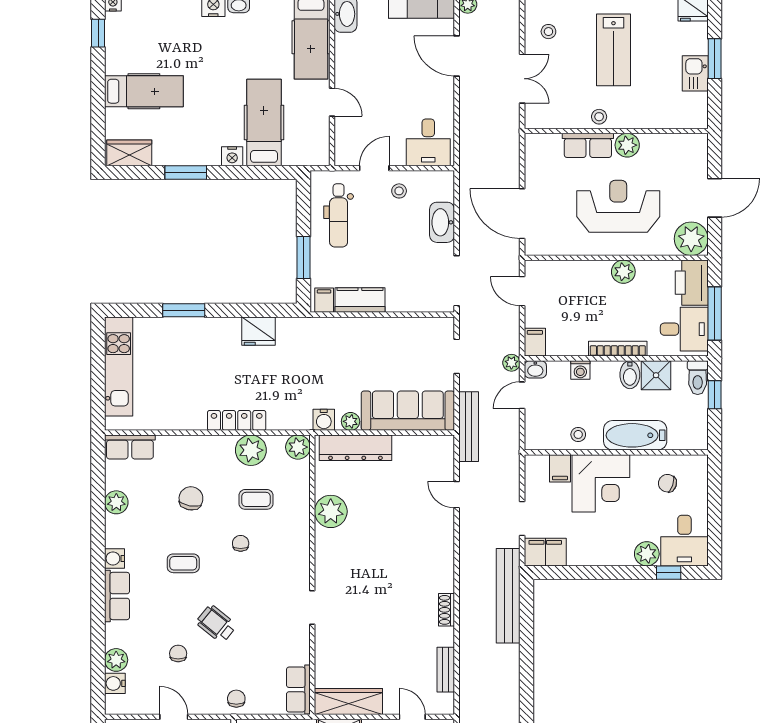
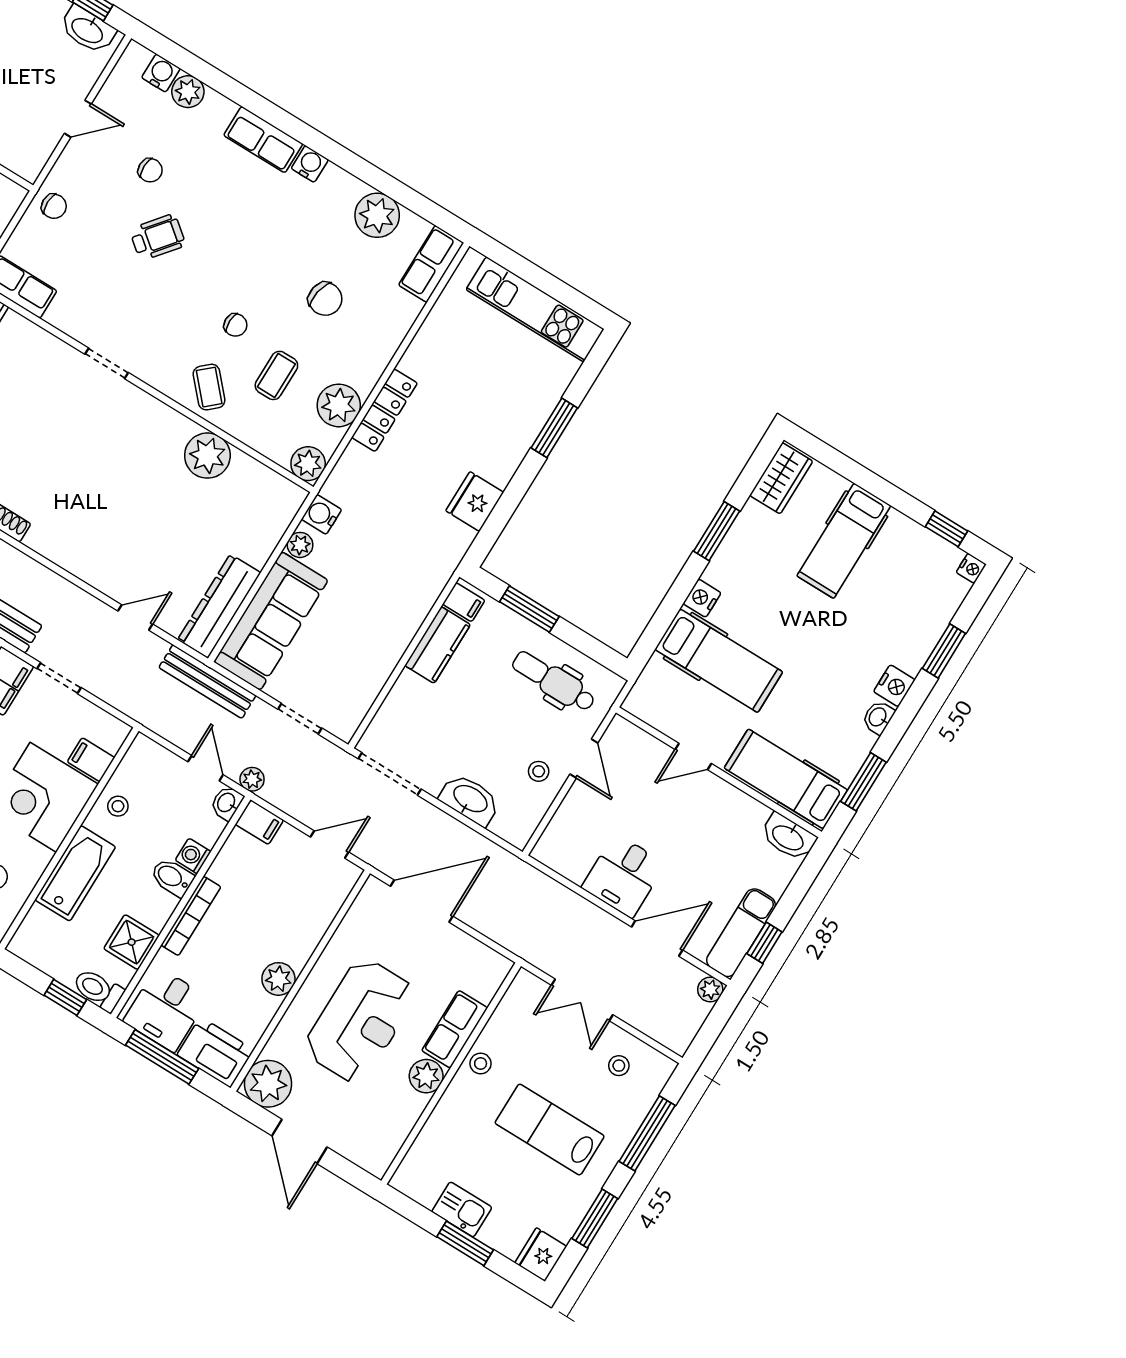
desk: (428, 142) -> (623, 876), moved, turned -90
bidet: (630, 375) -> (172, 877), moved
dresser: (355, 448) -> (219, 606), moved
plant: (116, 502) -> (377, 215), width x1.36, depth x1.36
coffee table: (183, 563) -> (209, 387), moved, turned -42

